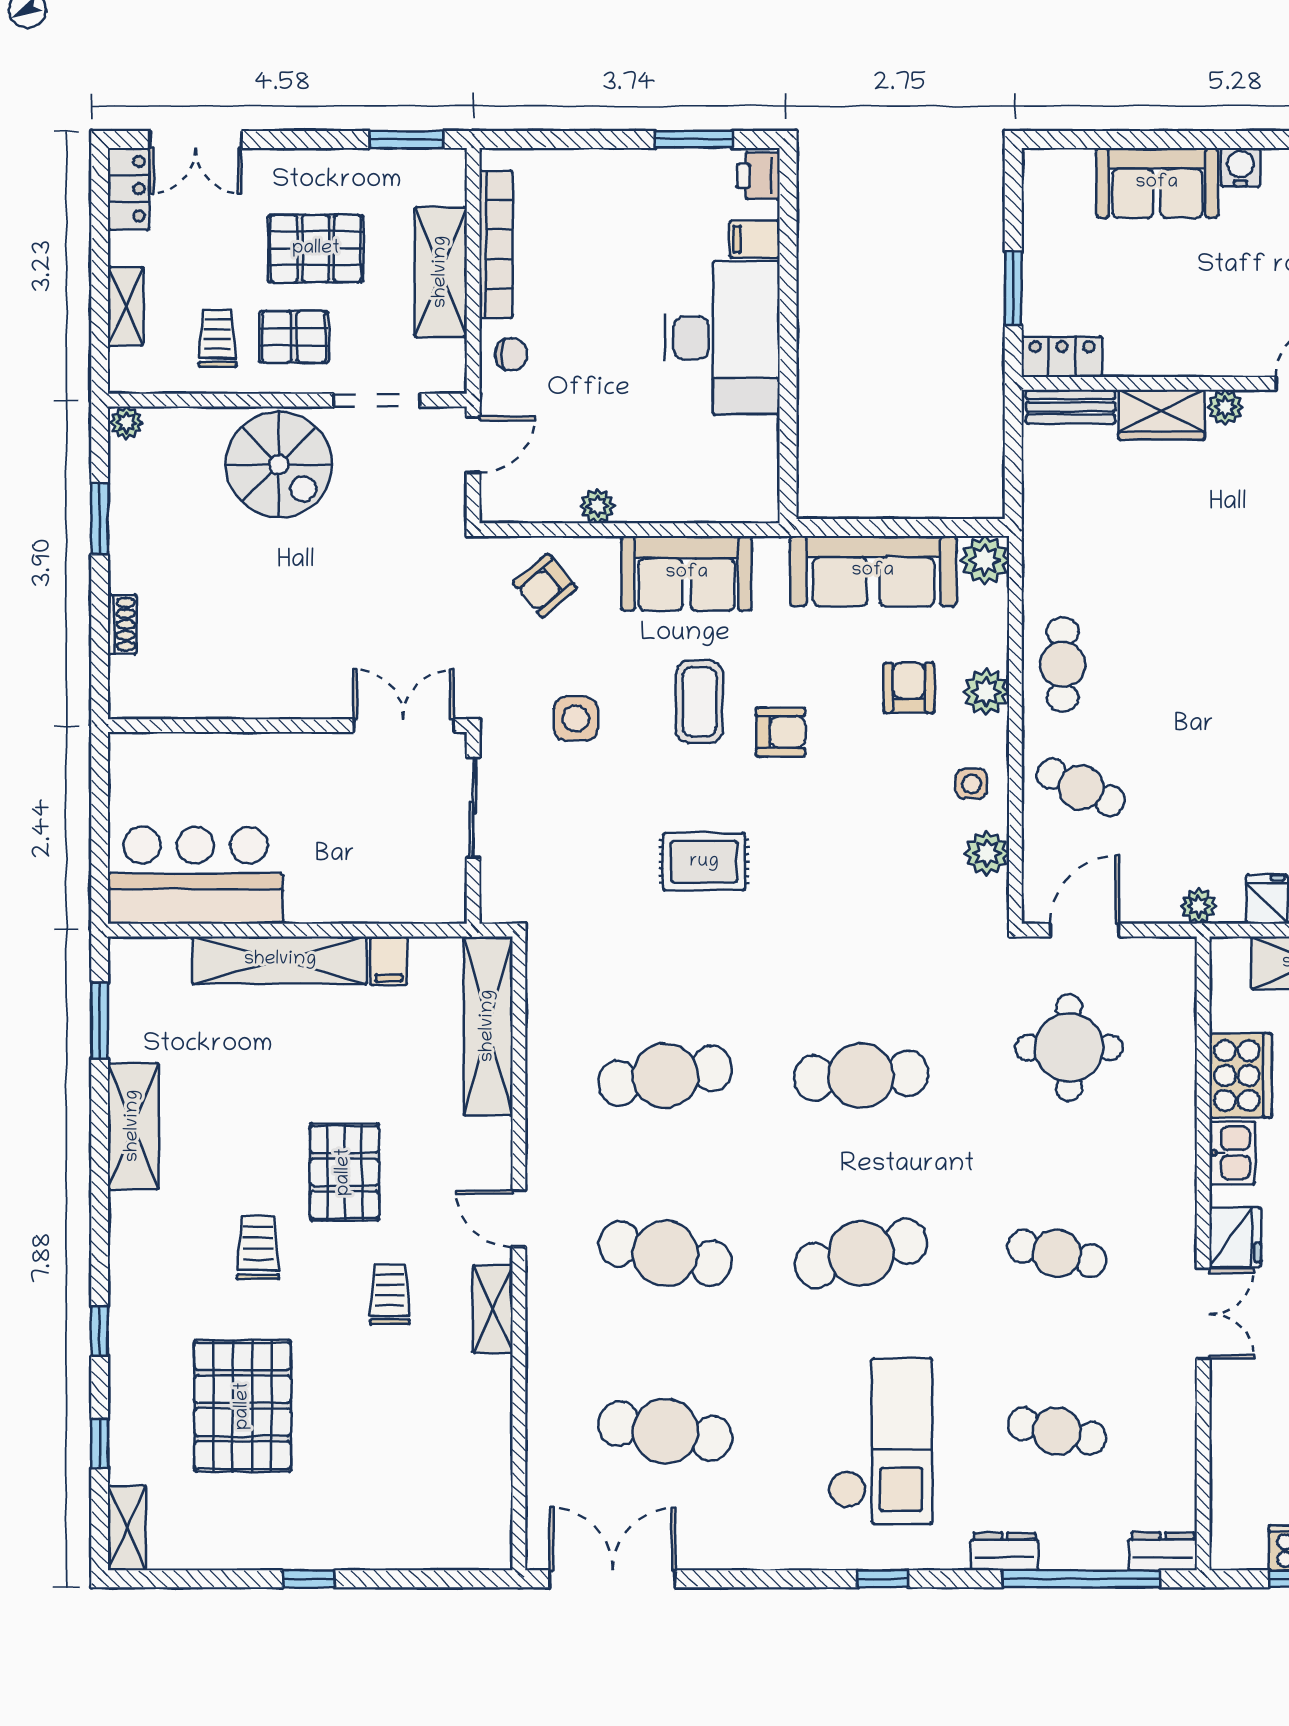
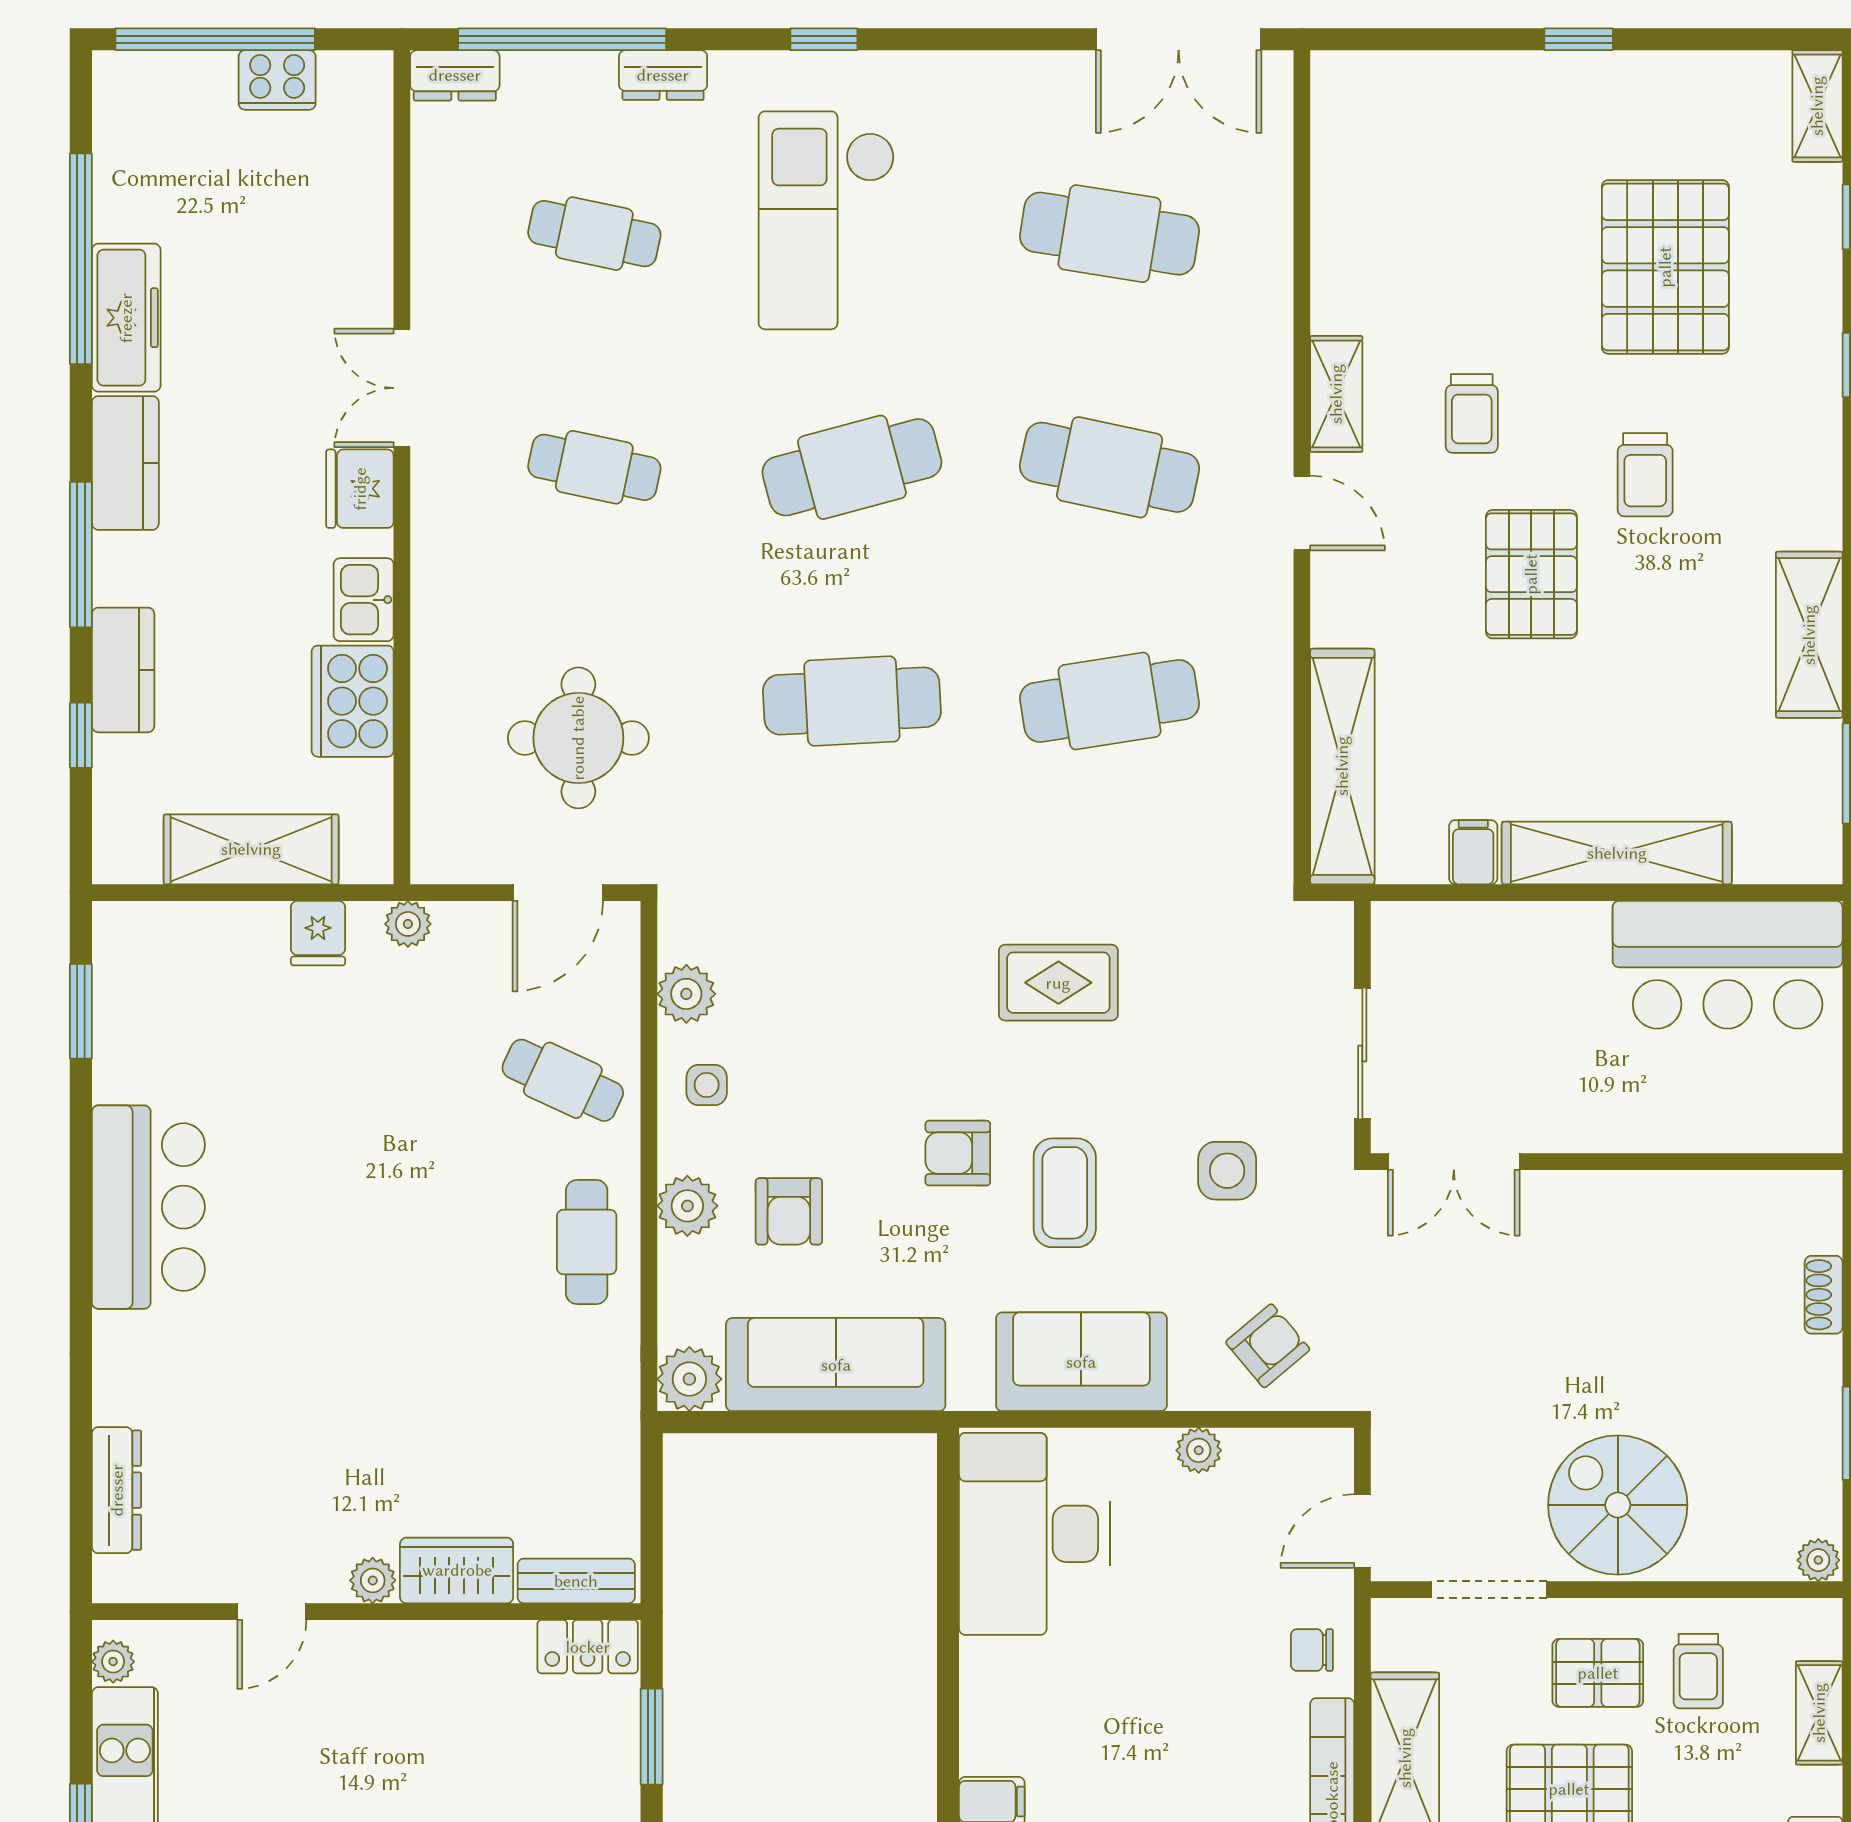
desk: (722, 338) -> (1035, 1534), moved

